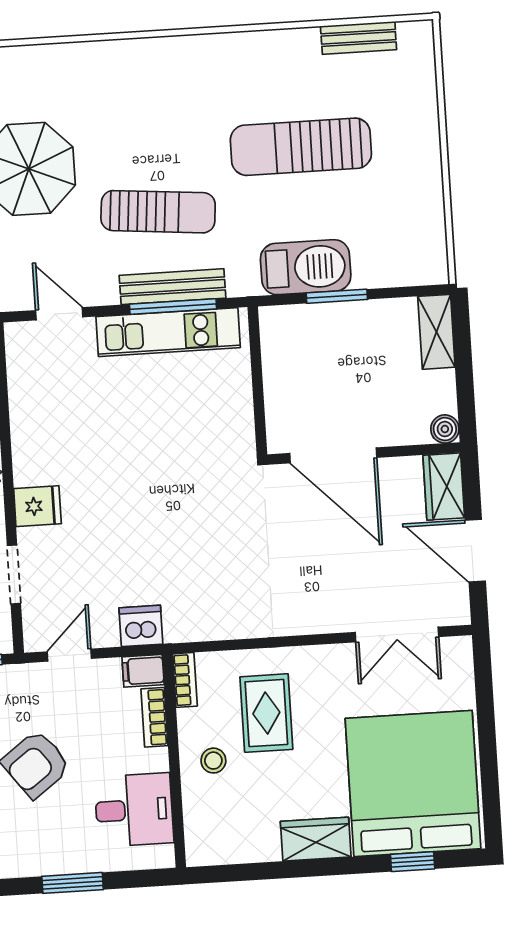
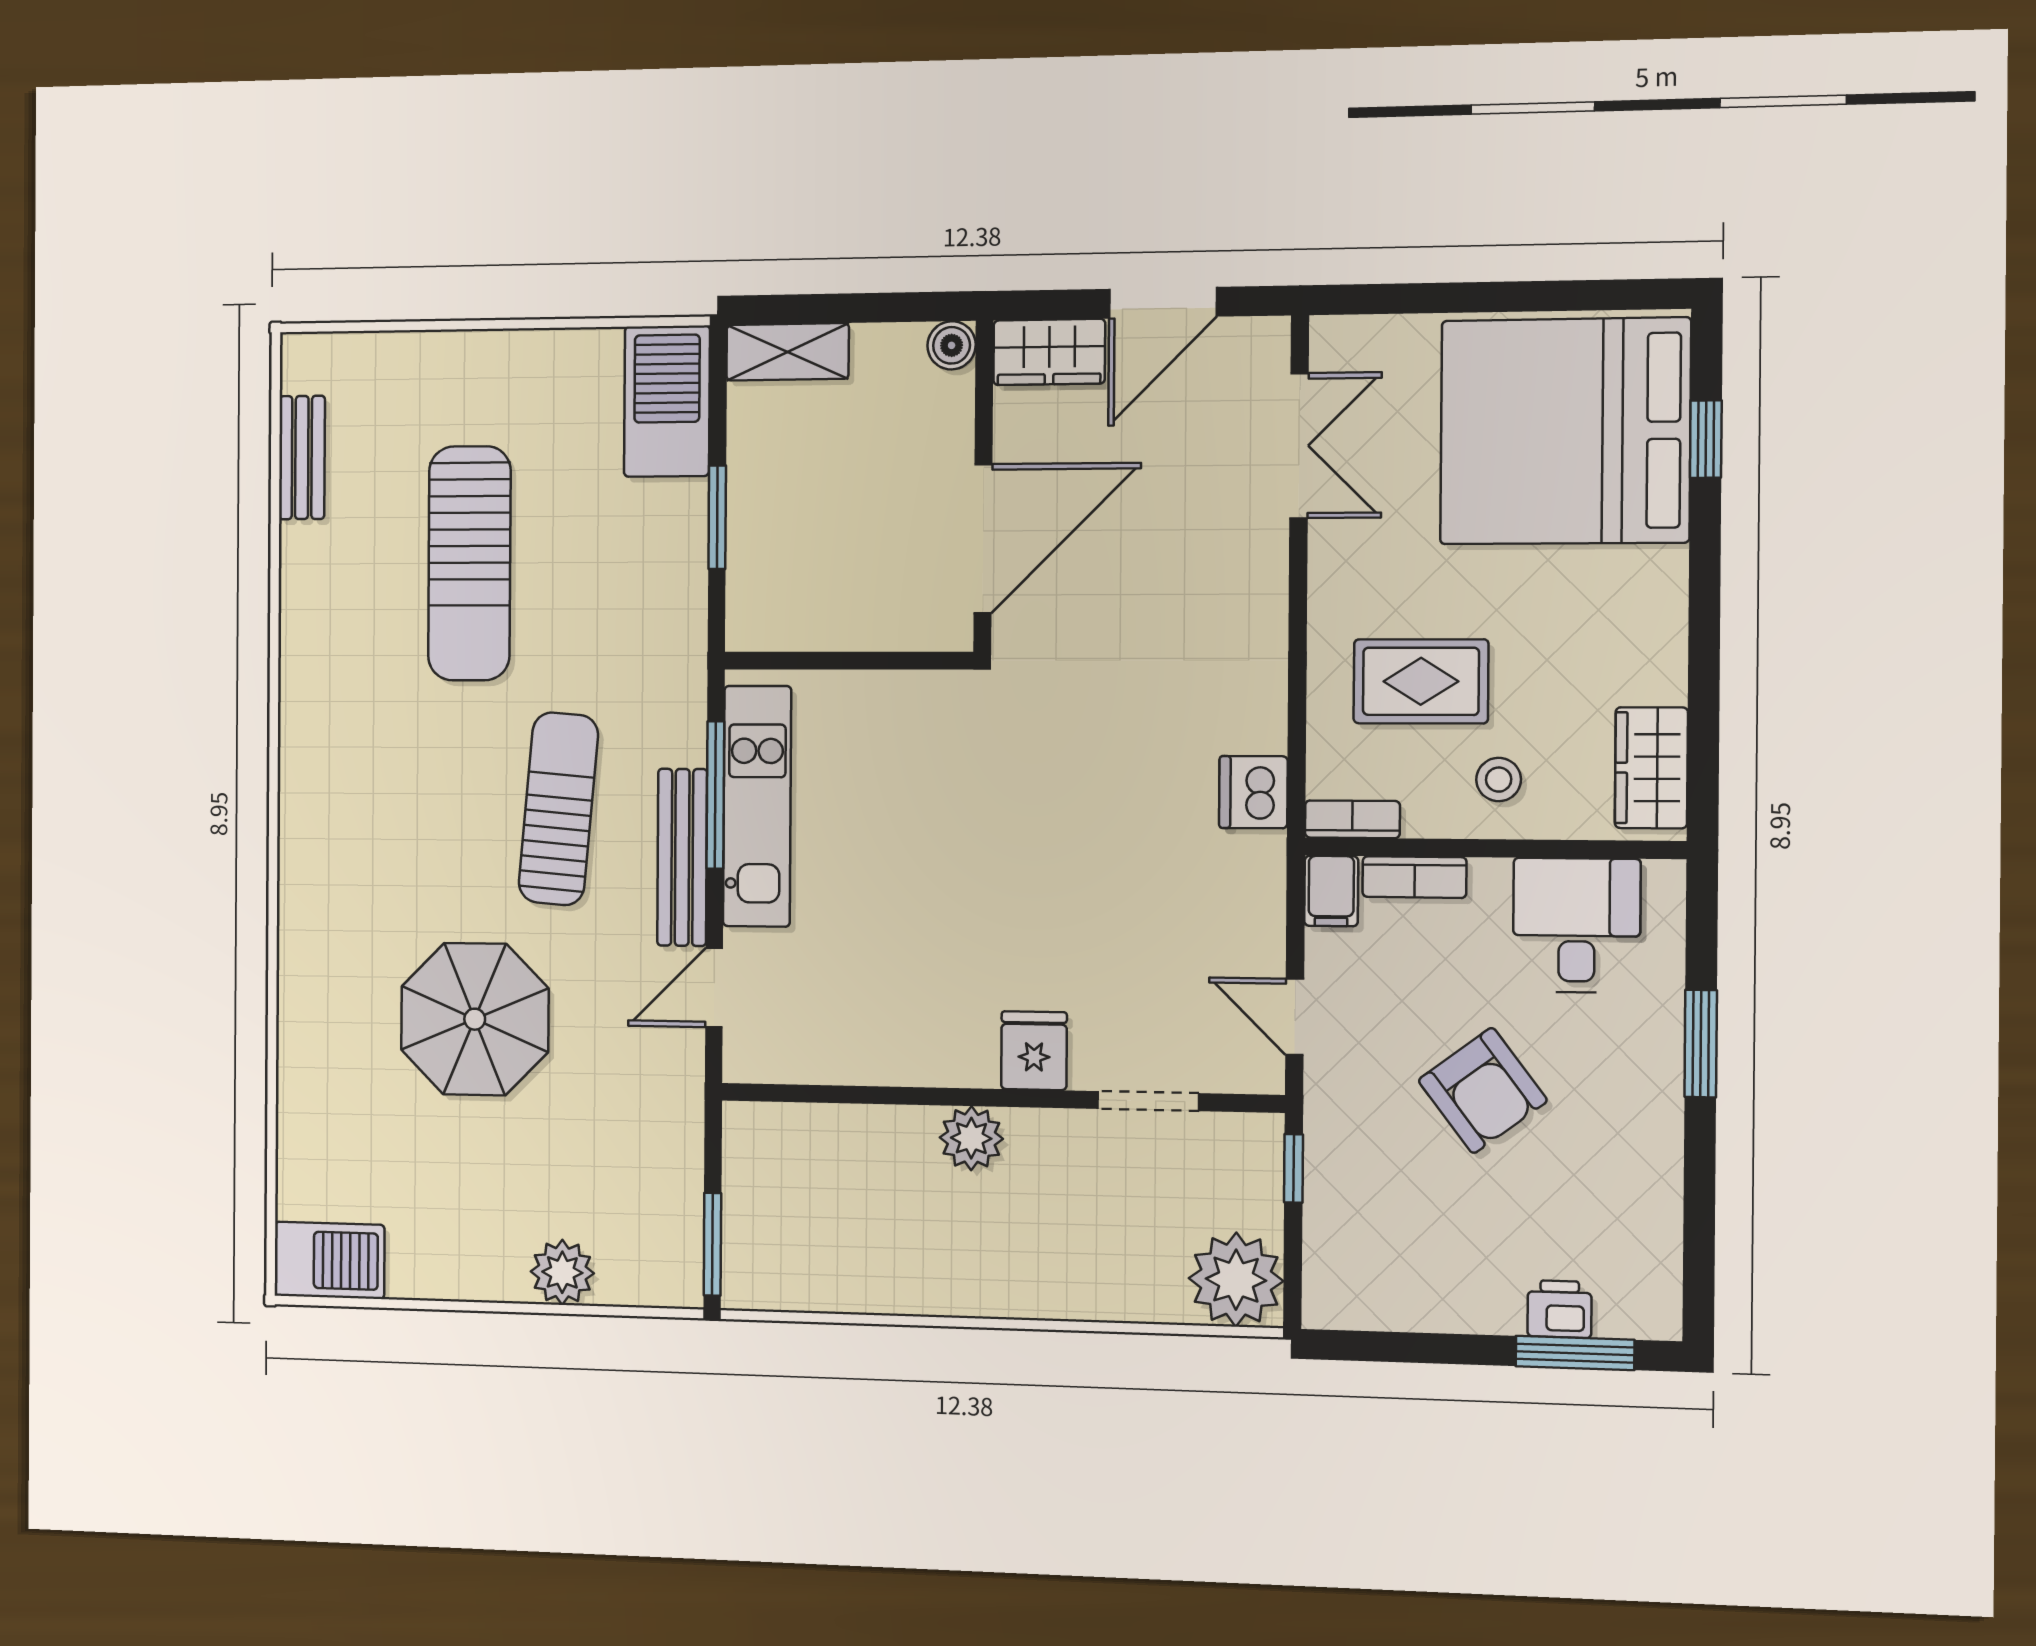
barbecue: (306, 267) -> (667, 401), moved
bench: (172, 287) -> (682, 857), moved
dishwasher: (141, 626) -> (1253, 792), moved
wardrobe: (316, 839) -> (1651, 768), moved

